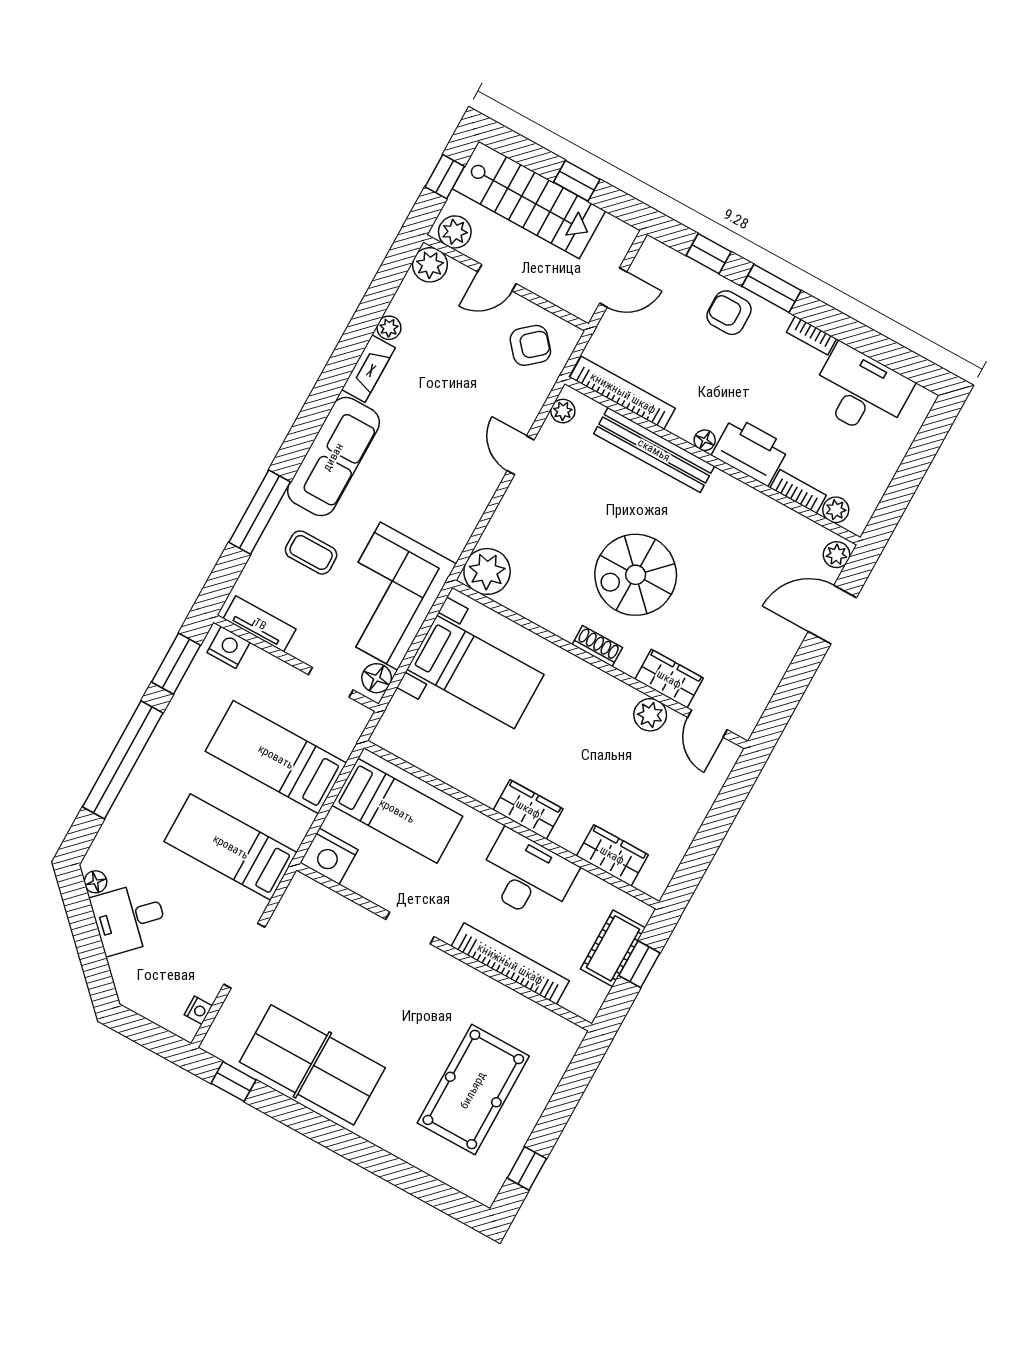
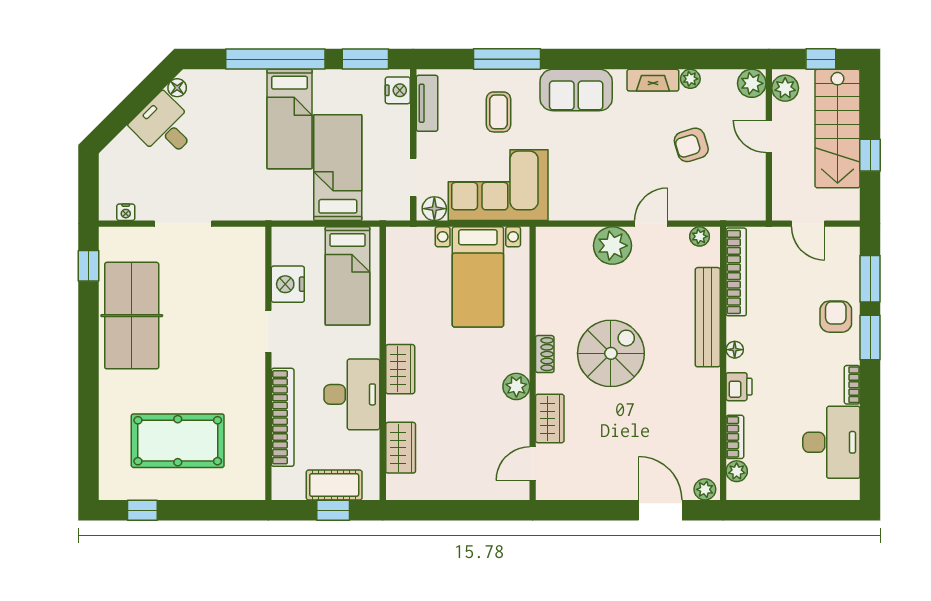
window: (709, 254) -> (870, 279), width x1.50
armchair: (530, 345) -> (691, 145), moved, turned 114
printer: (750, 451) -> (739, 387), width x0.53, depth x0.68
sofa: (333, 457) -> (576, 90), width x0.73
plant: (487, 571) -> (612, 246), moved
spiral stairs: (636, 575) -> (611, 353), turned 90
plant: (650, 715) -> (516, 386), moved
bed: (231, 847) -> (290, 119), moved, turned 180
nightstand: (329, 856) -> (288, 284), moved

